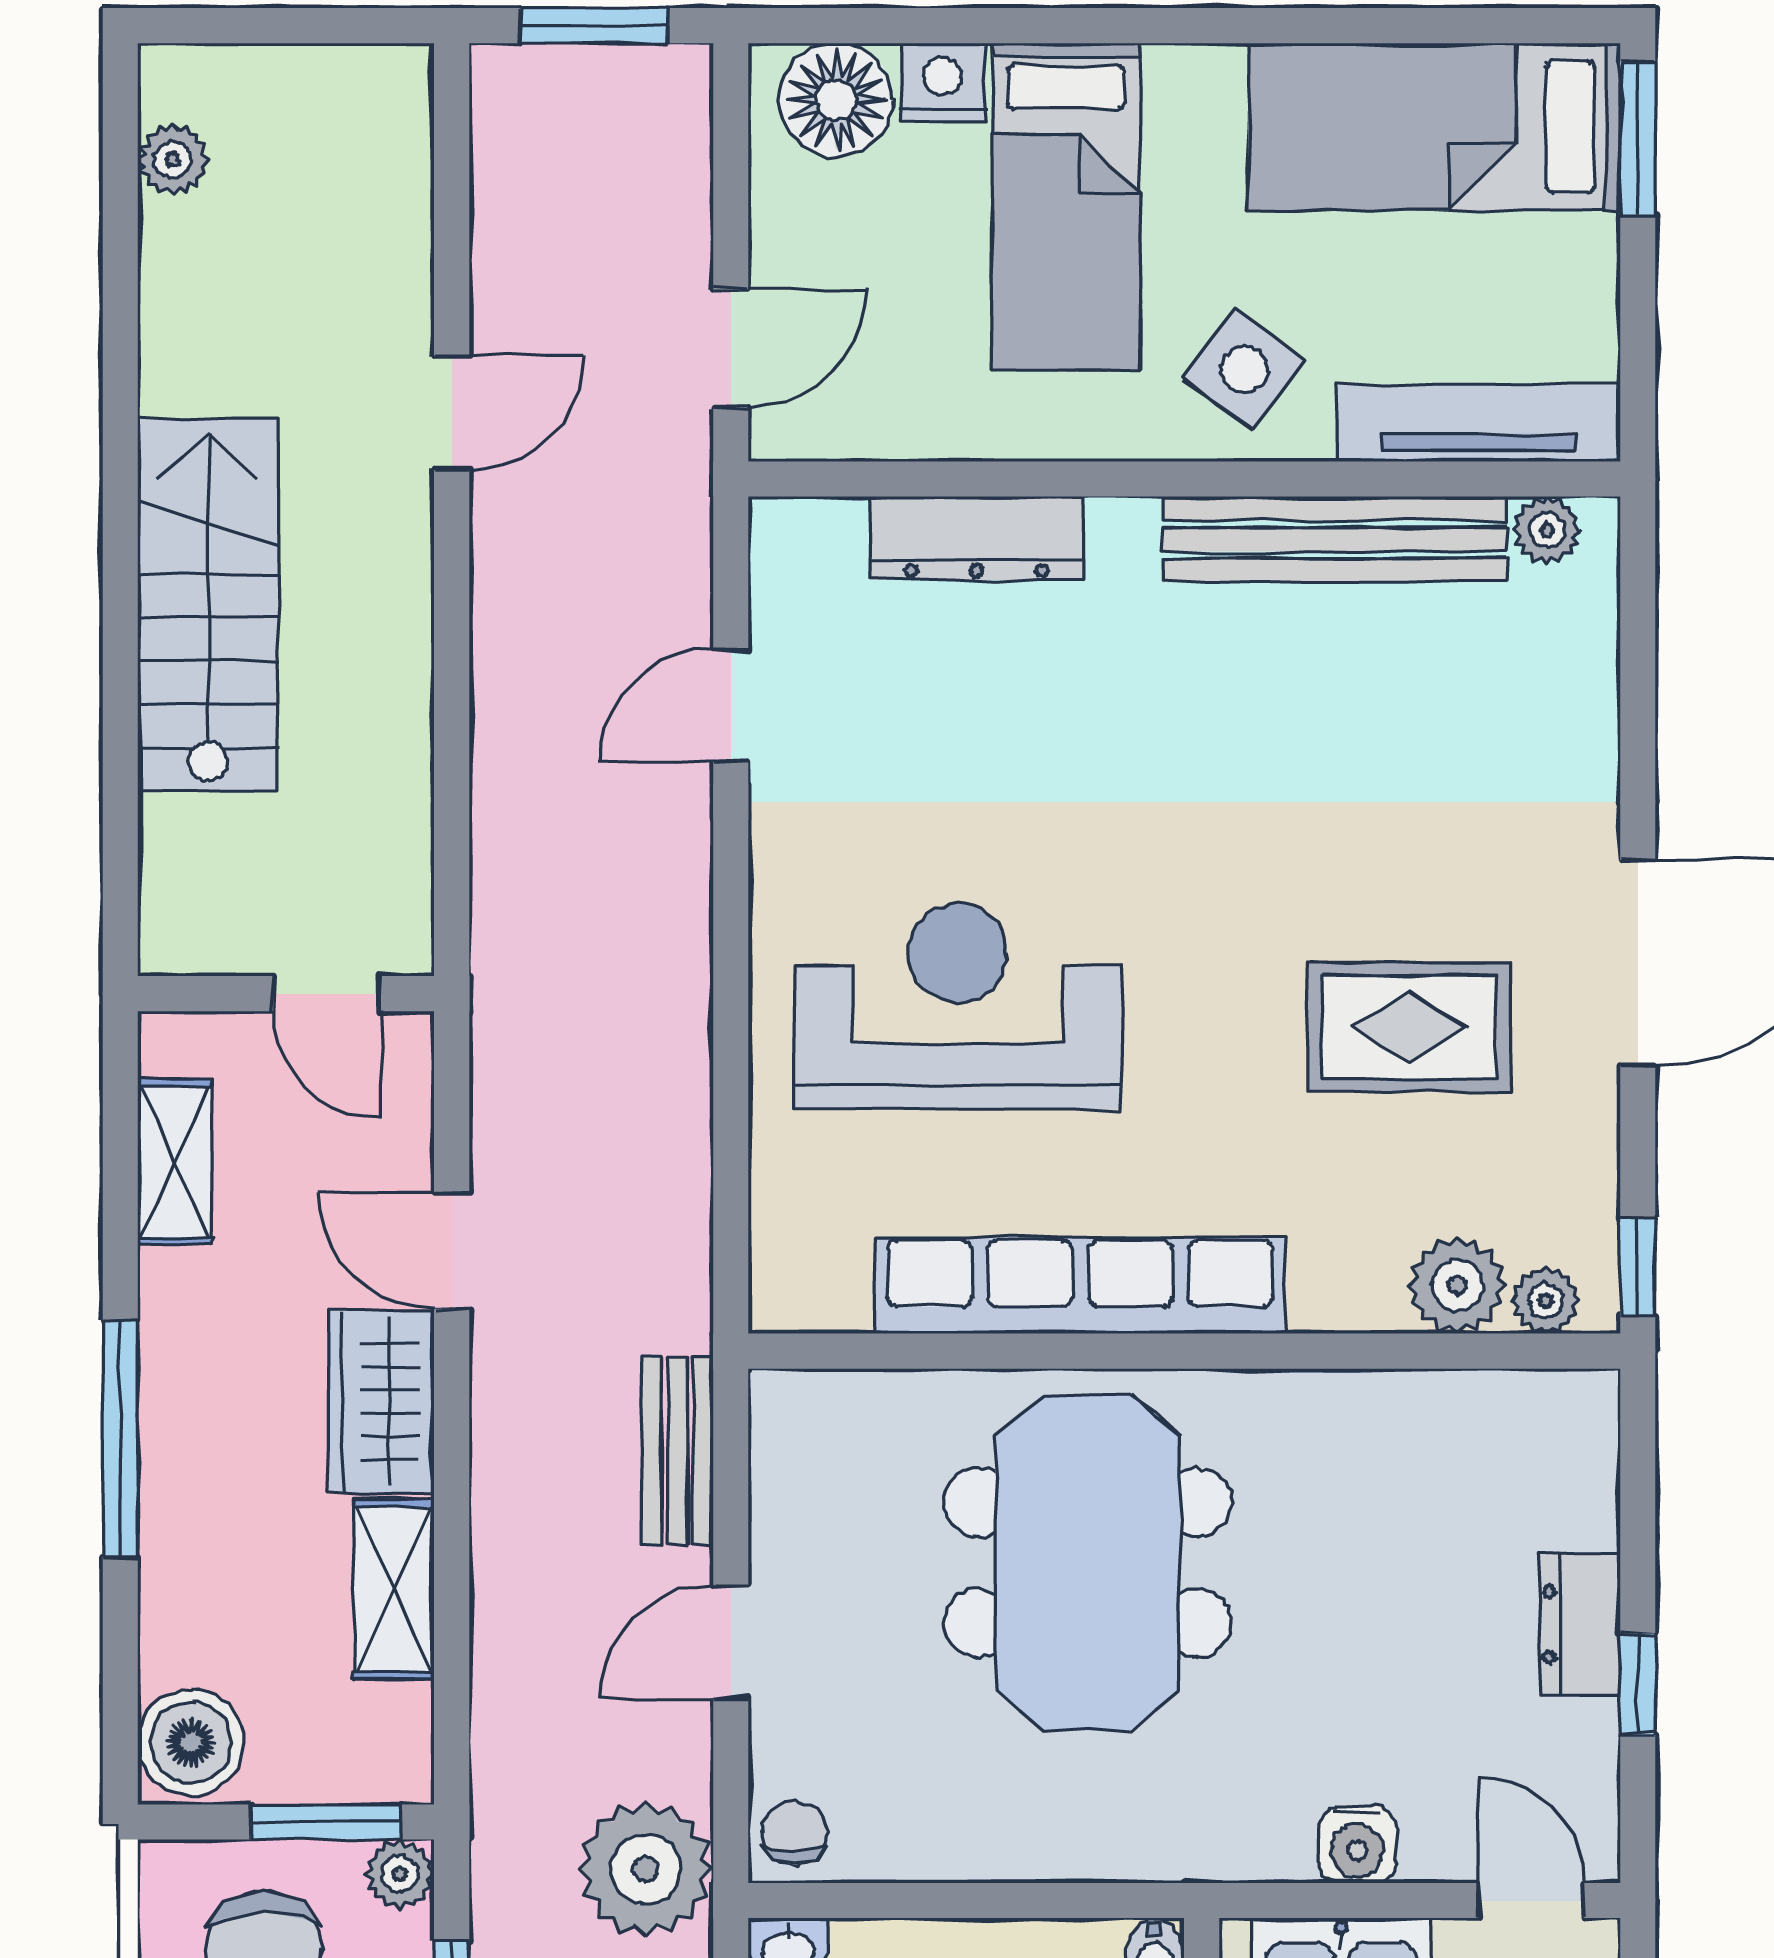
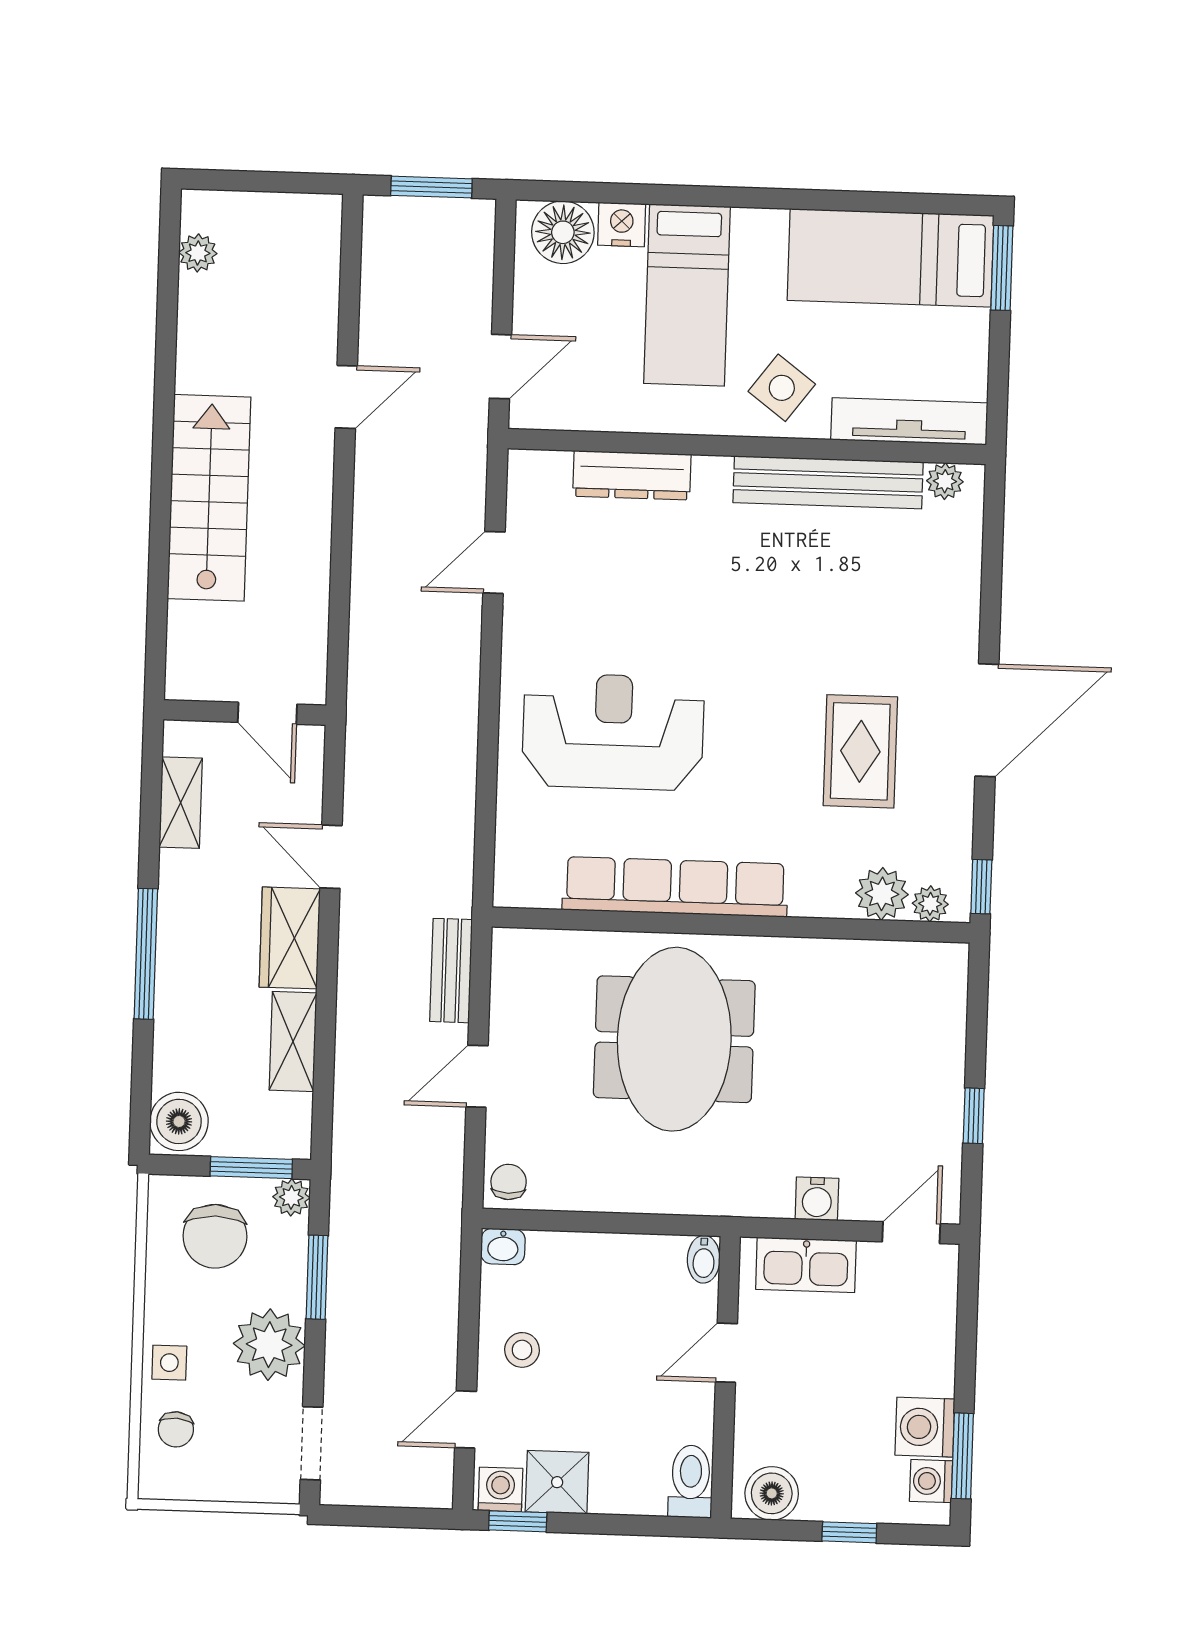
rug: (1409, 1027) -> (860, 751), turned 90
dresser: (1580, 1624) -> (943, 1082), removed
plant: (646, 1869) -> (426, 1199), removed
door: (1531, 1901) -> (911, 1233), hinge flipped

